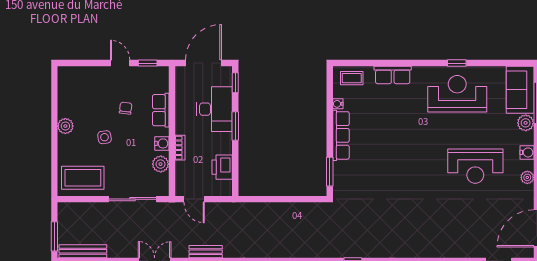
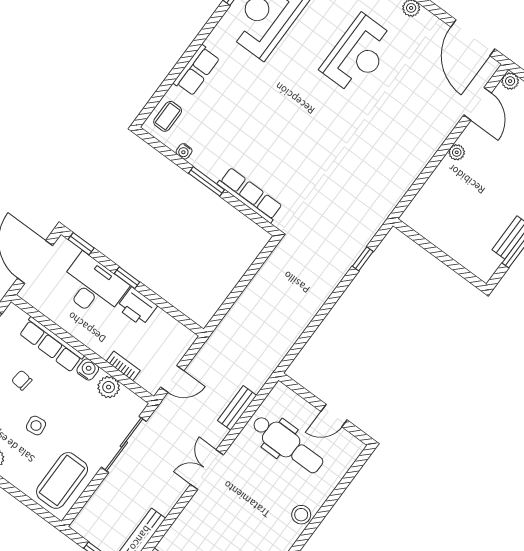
row of seats: (161, 110) -> (51, 345), width x1.48
window: (235, 126) -> (127, 278), width x0.67
row of seats: (341, 135) -> (250, 195), moved
bookcase: (180, 148) -> (123, 366), moved
printer: (222, 167) -> (137, 307), moved
window: (330, 172) -> (207, 181), moved

